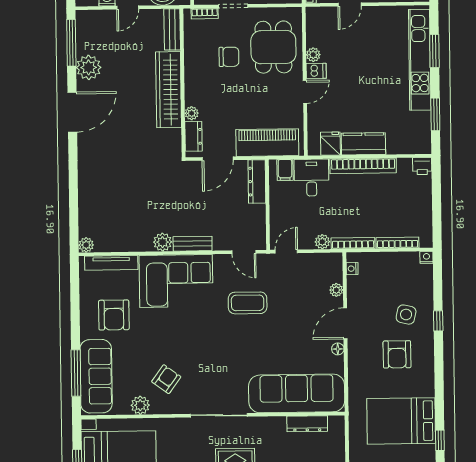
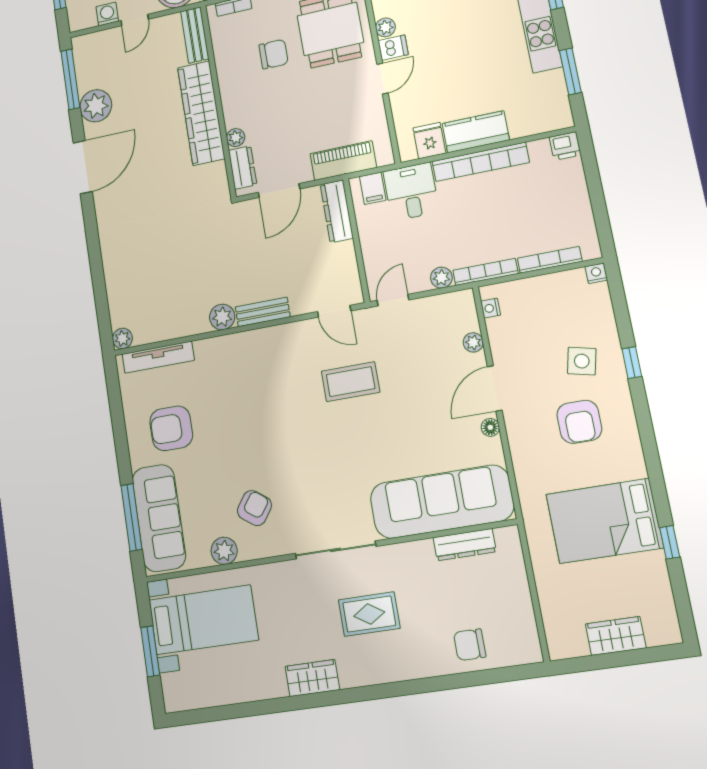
piano: (267, 143) -> (343, 161), width x0.73, depth x0.75
corner sofa: (176, 281) -> (248, 367), removed
armchair: (114, 315) -> (171, 428), turned 90

